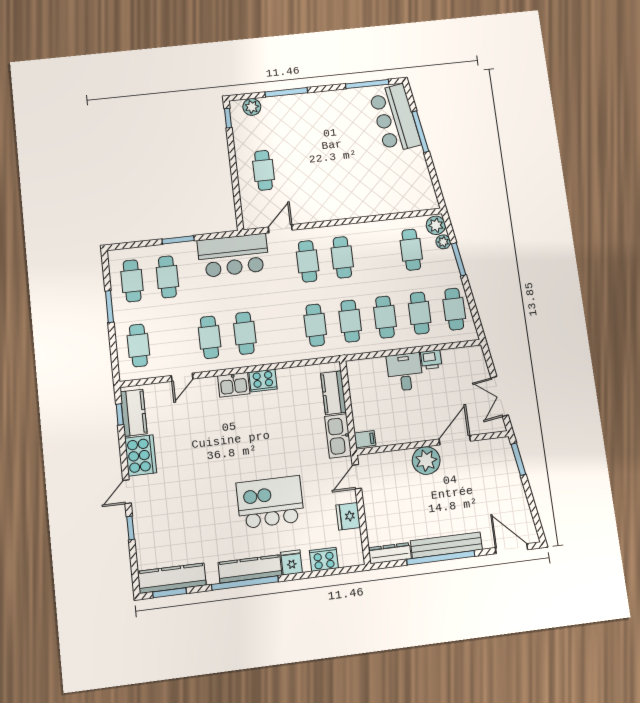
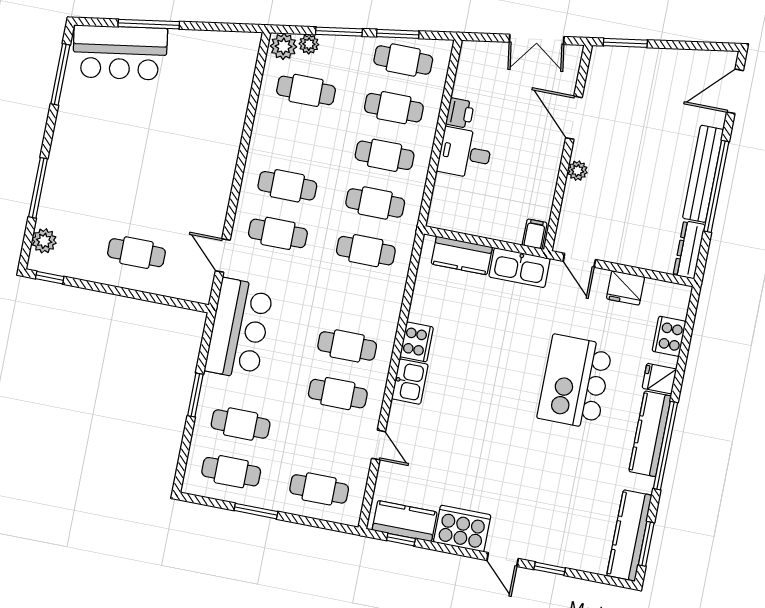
window: (471, 300) -> (398, 34), added
plant: (426, 460) -> (577, 171), width x0.53, depth x0.53

